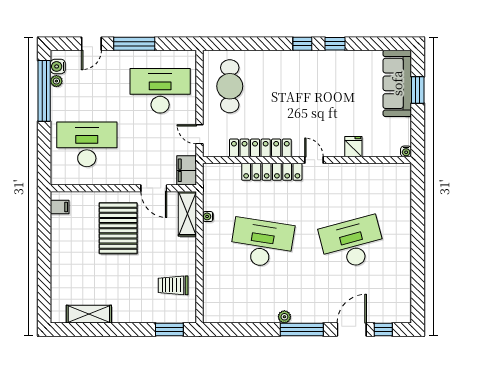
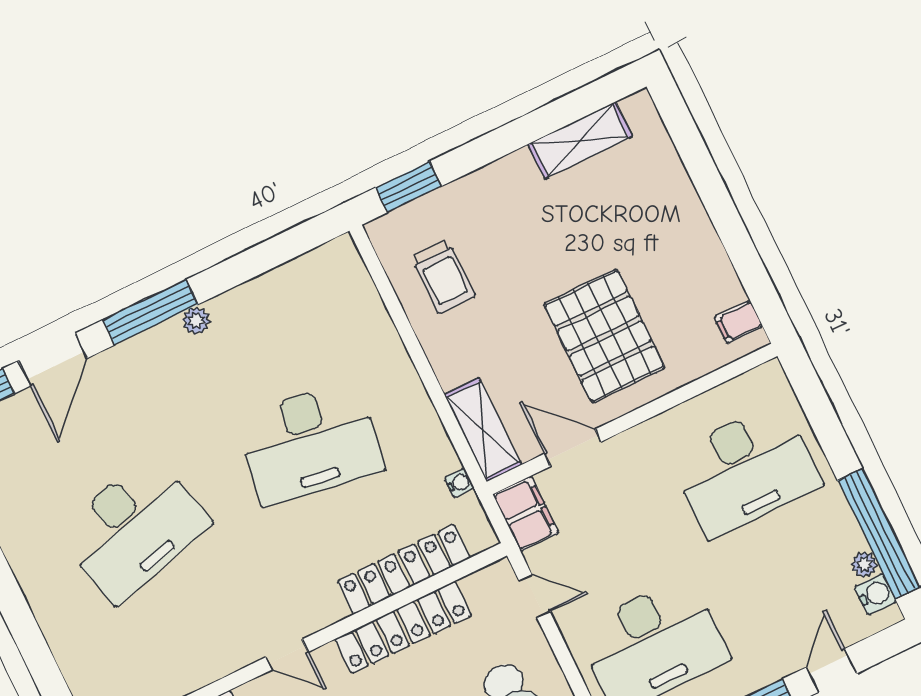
locker: (272, 172) -> (404, 569), moved
water cooler: (208, 216) -> (459, 483), moved
trolley: (173, 285) -> (443, 277), turned 90

